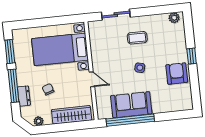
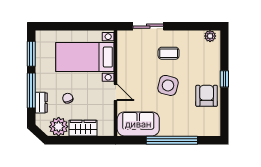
side table: (140, 68) -> (168, 85), width x1.87, depth x1.87
sofa: (131, 105) -> (138, 124), moved
wardrobe: (72, 115) -> (83, 128), width x0.67
window: (130, 120) -> (172, 140), moved
plant: (39, 121) -> (59, 127), width x1.87, depth x1.87

